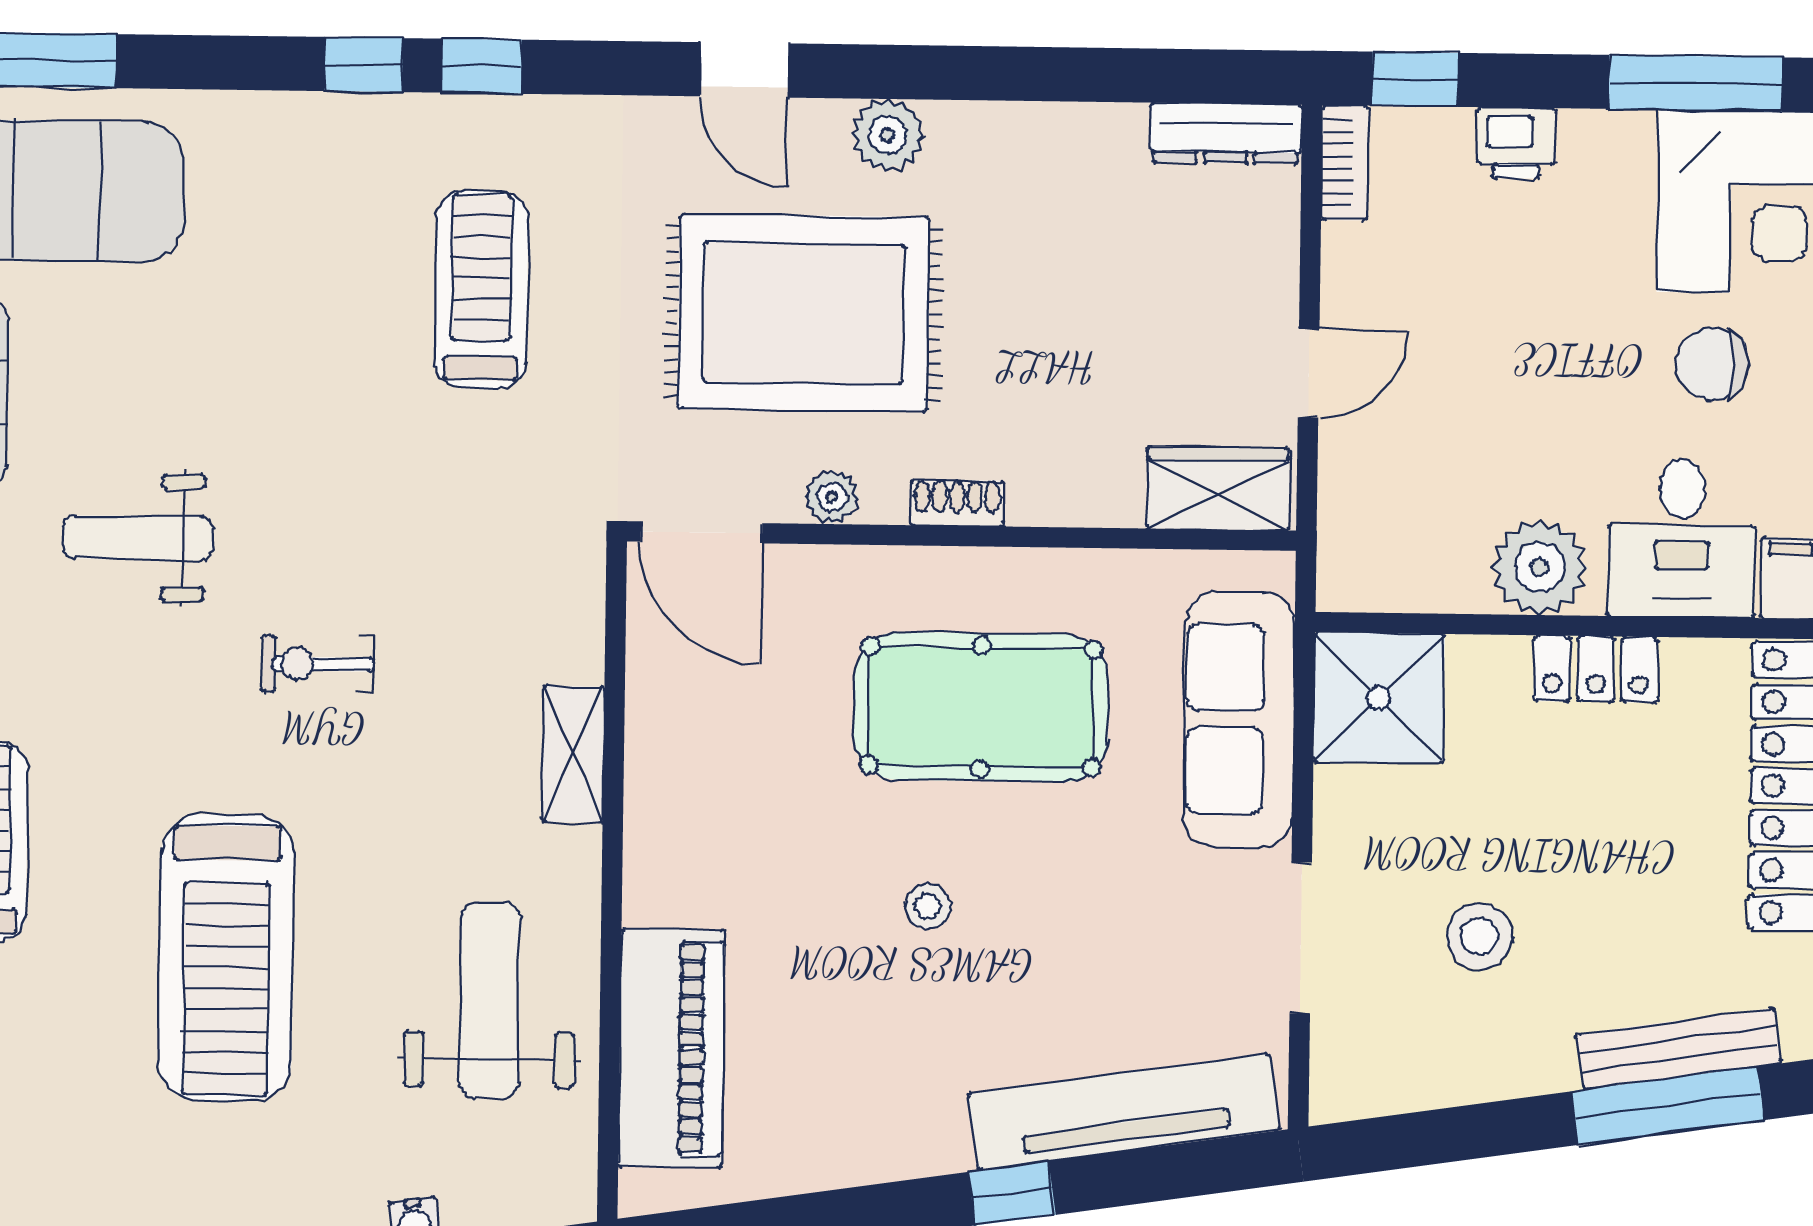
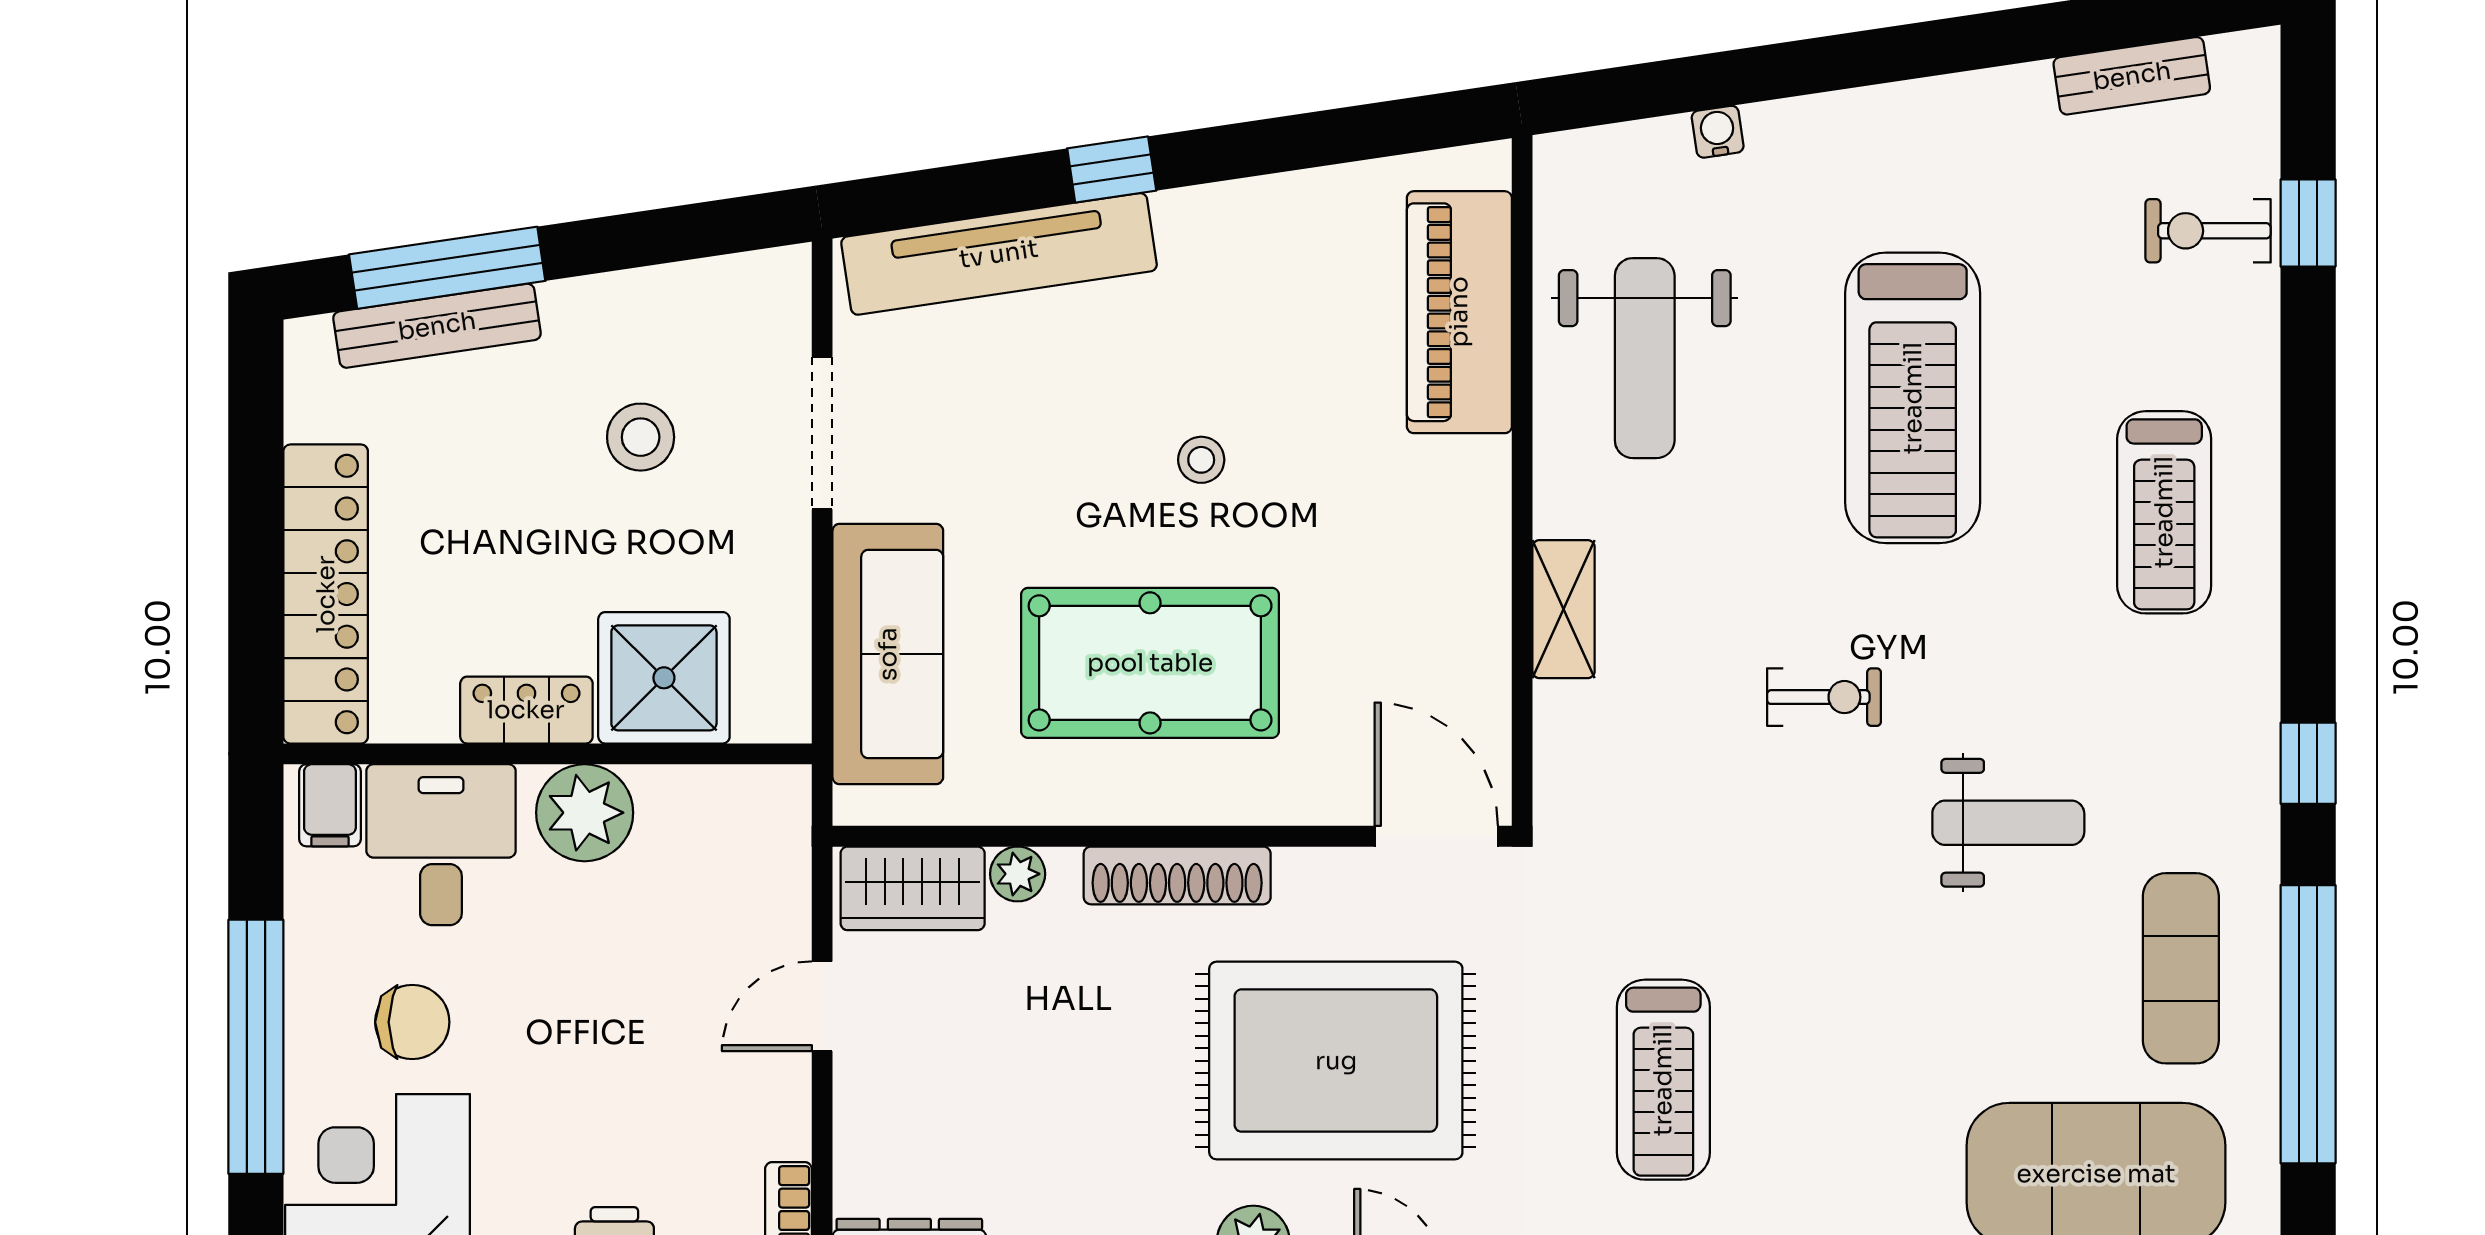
plant: (832, 497) -> (1018, 874), moved
shoe rack: (957, 503) -> (1177, 875), width x1.94, depth x1.24
shower: (1379, 698) -> (664, 678), moved
treadmill: (226, 957) -> (1913, 398), turned 180

